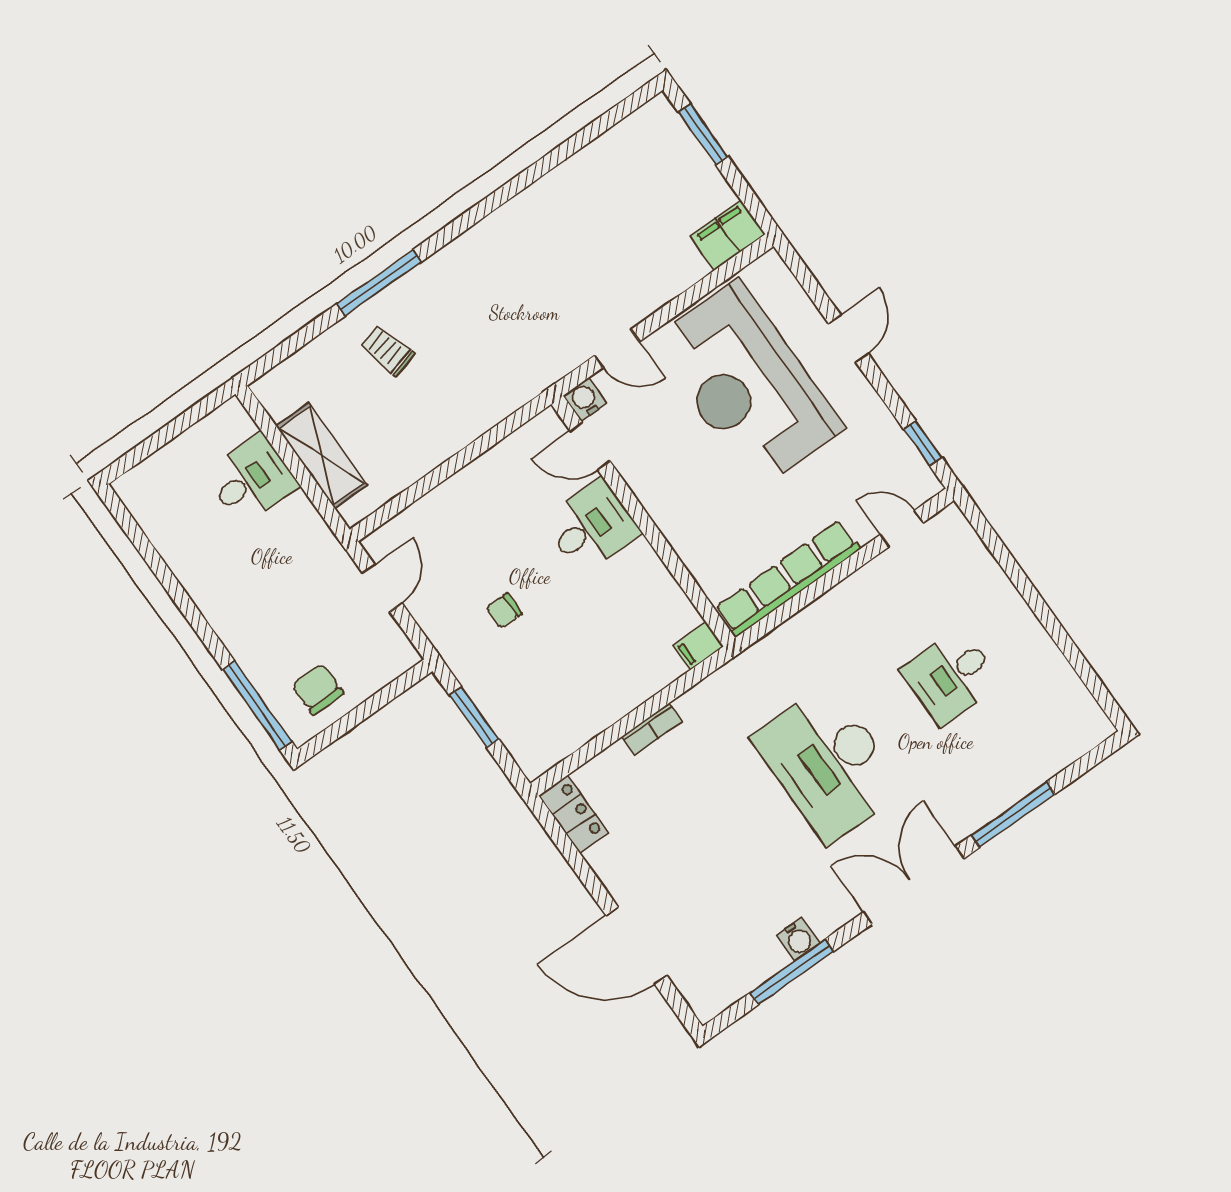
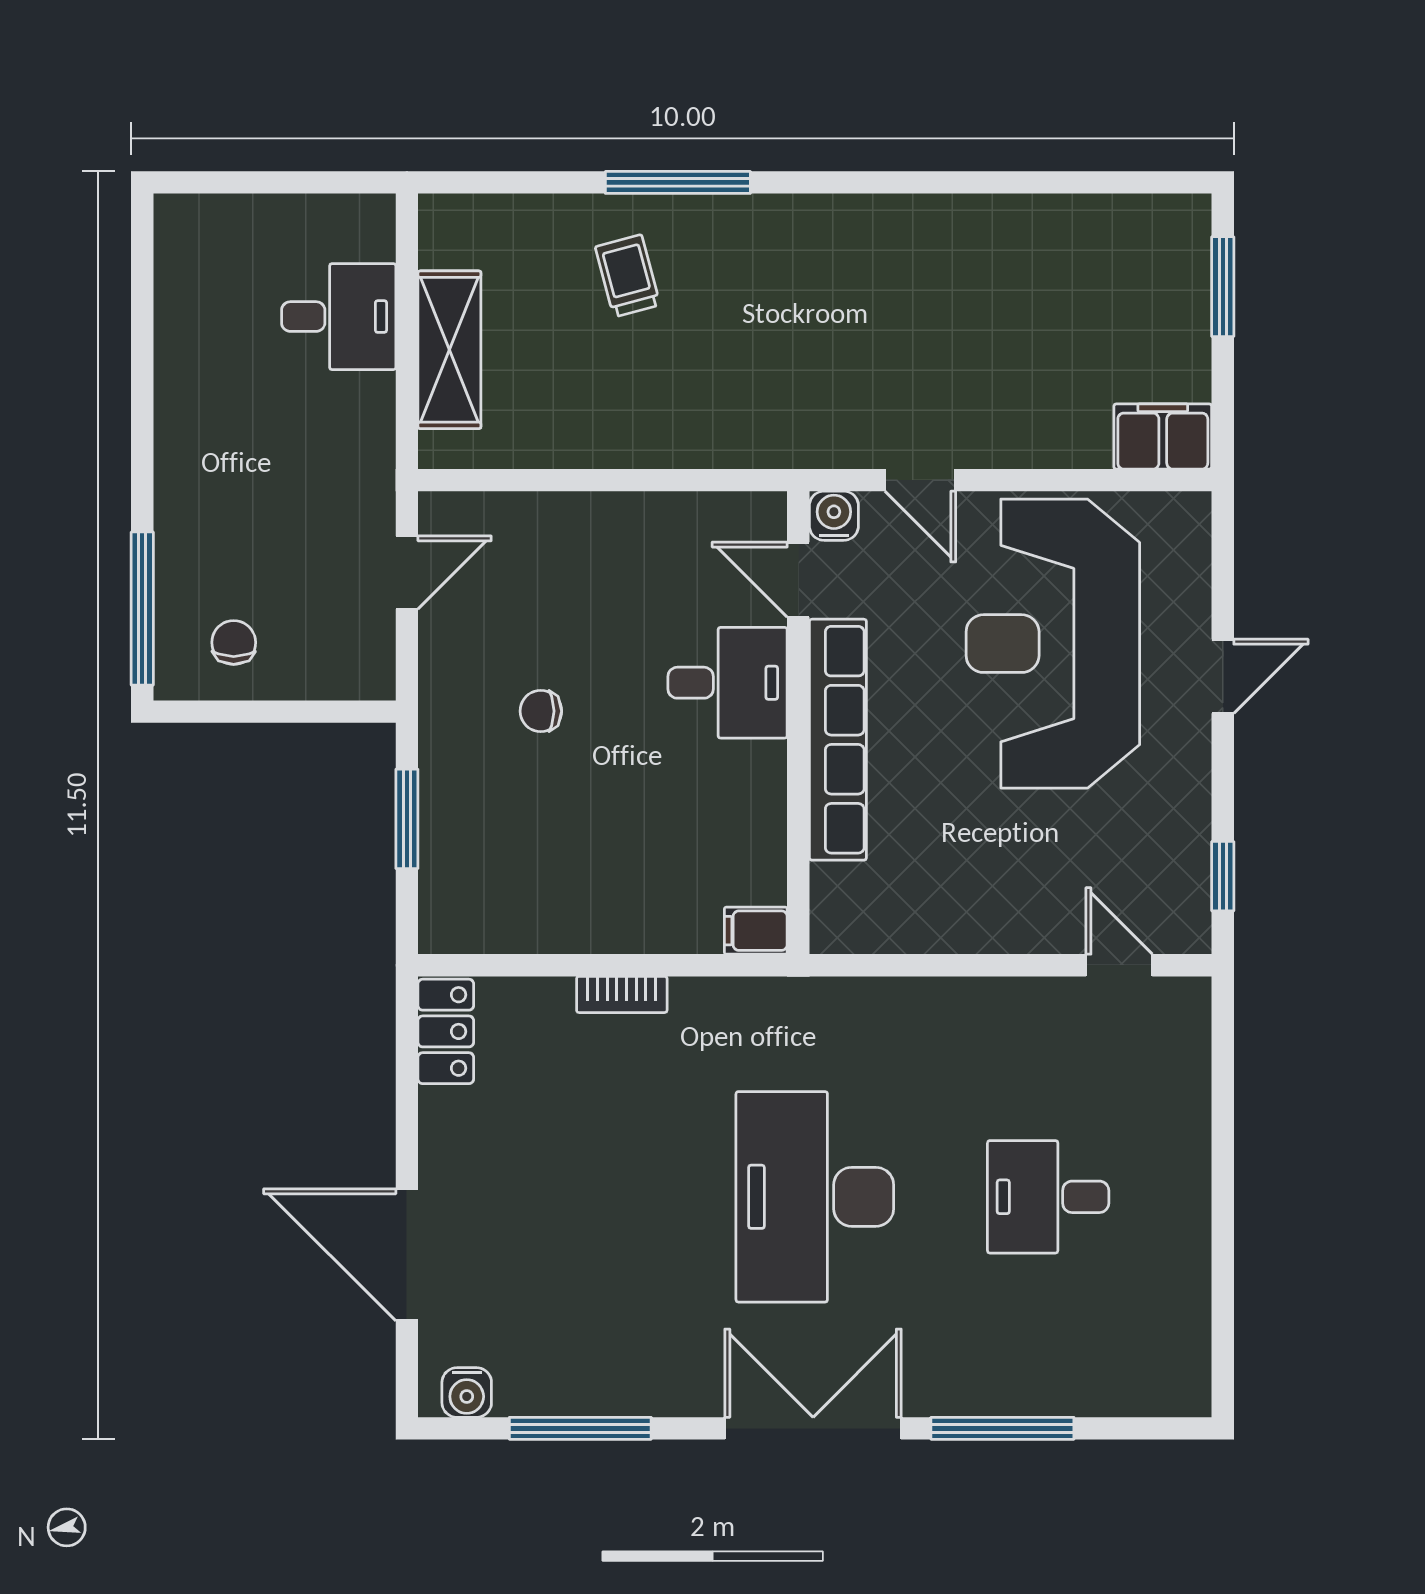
row of seats: (788, 578) -> (838, 740), moved, turned 90
chair: (318, 689) -> (234, 642), width x0.73, depth x0.73
water cooler: (798, 939) -> (467, 1393), moved

